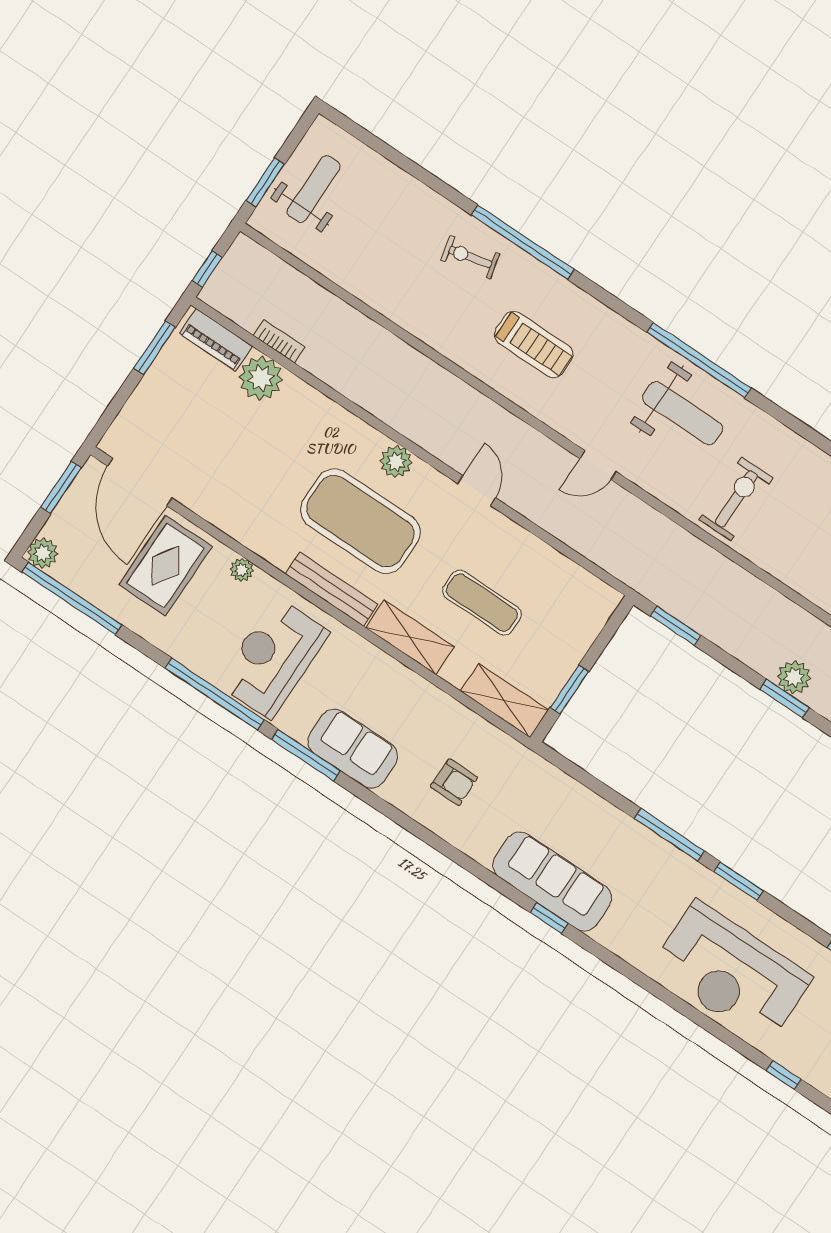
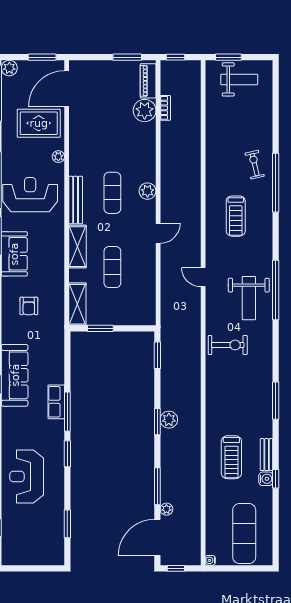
exercise mat: (360, 521) -> (112, 193), width x0.50, depth x0.69
row of seats: (641, 842) -> (56, 402), added
reception desk: (731, 973) -> (27, 476), width x0.74, depth x0.77

